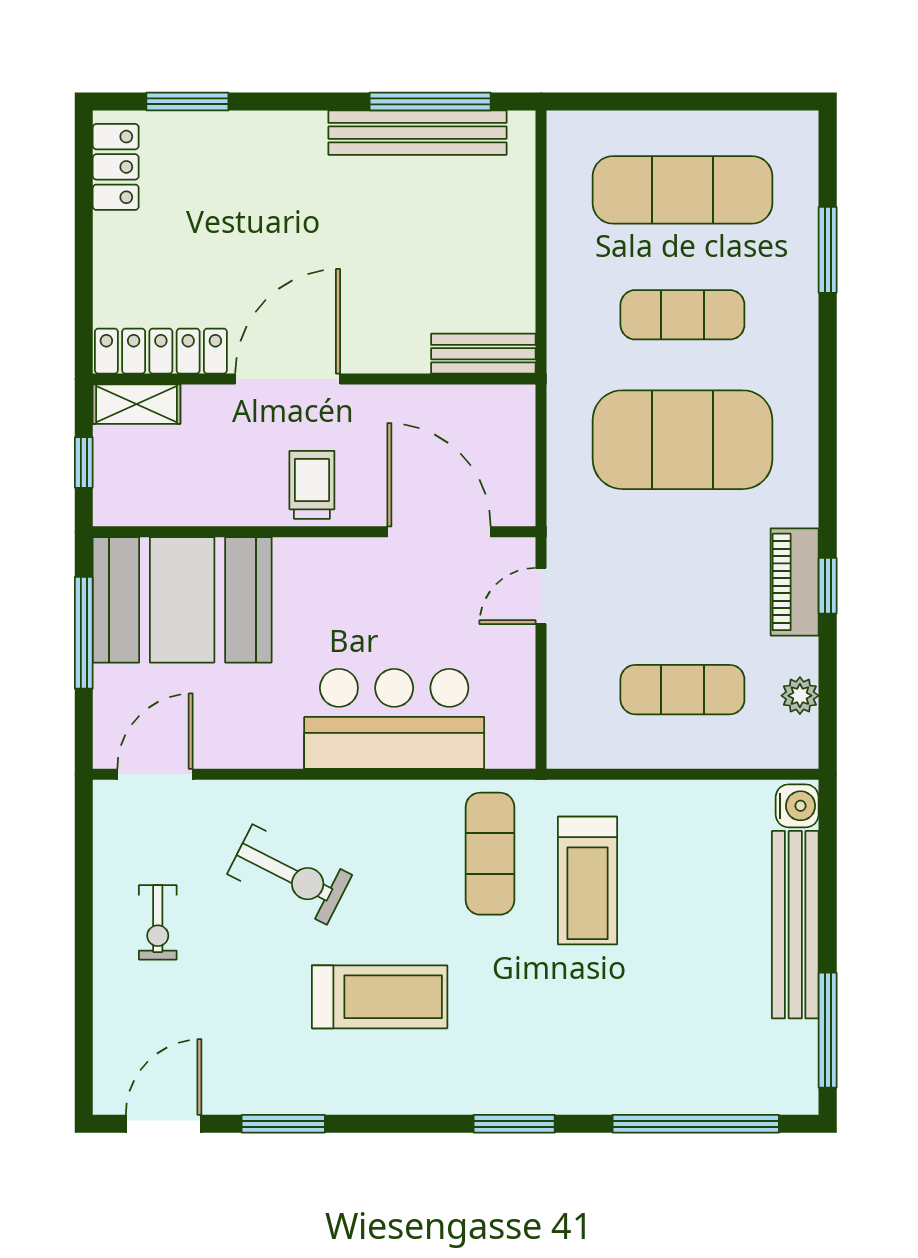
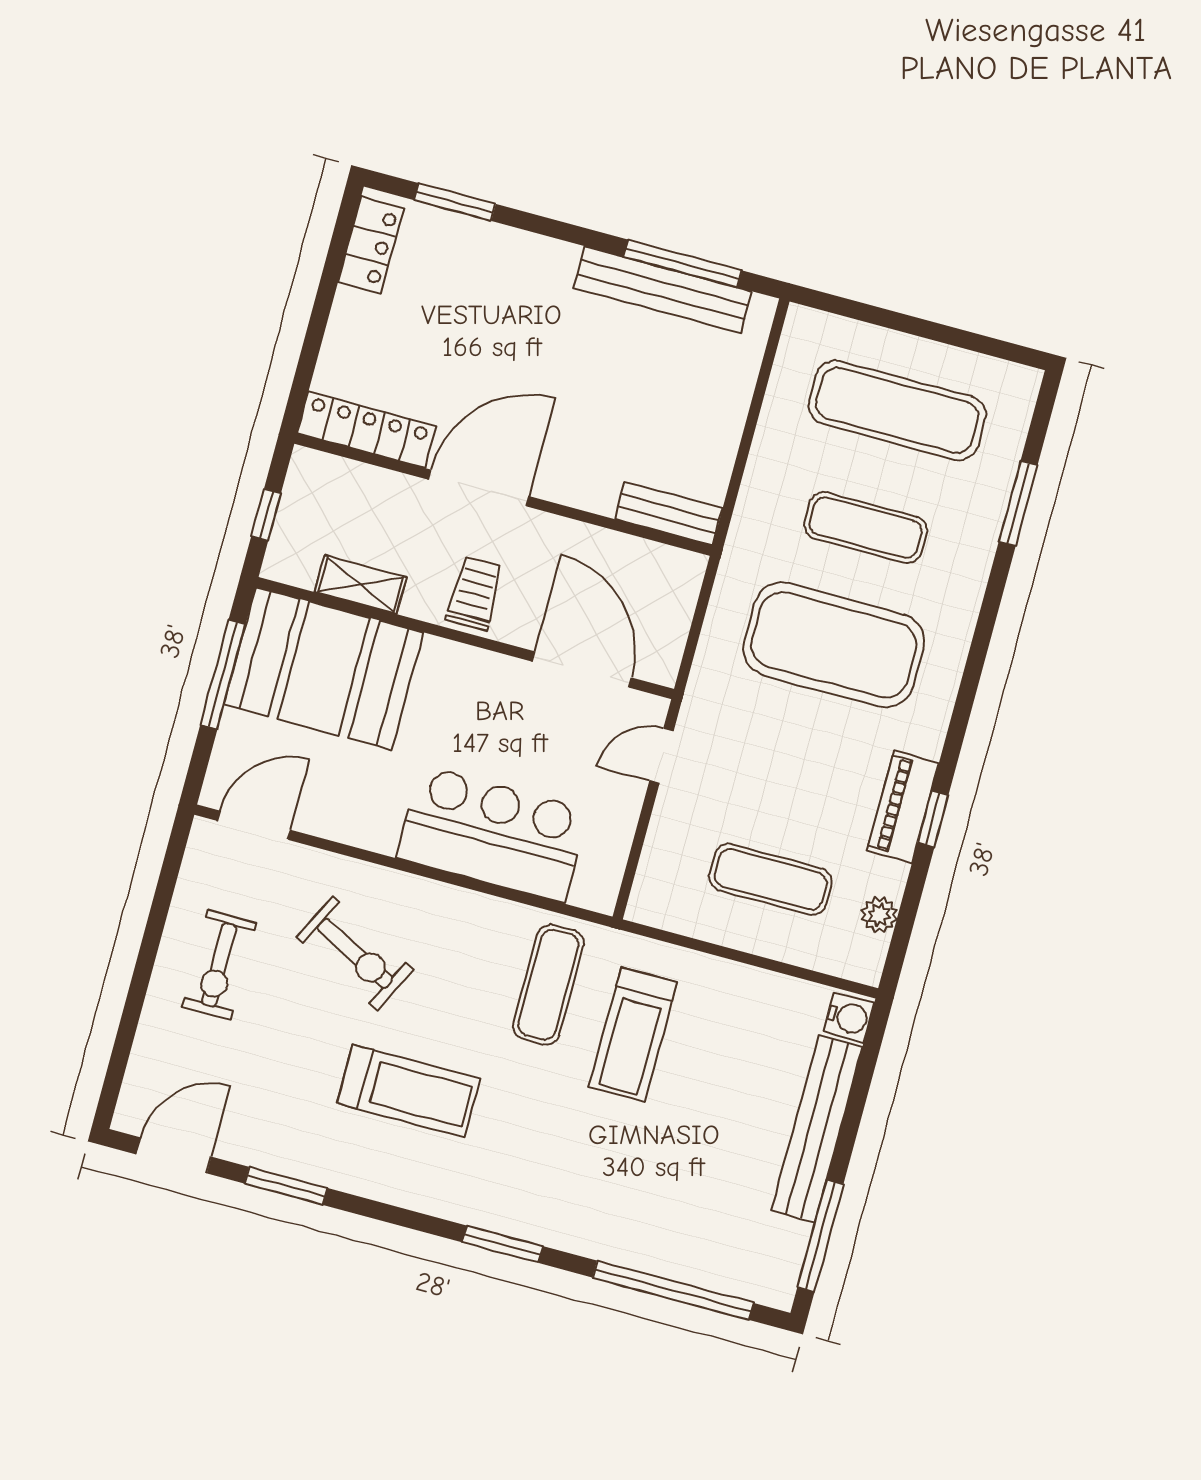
shelving: (137, 404) -> (361, 585), moved
exercise bike: (158, 922) -> (219, 965), width x1.38, depth x1.39

